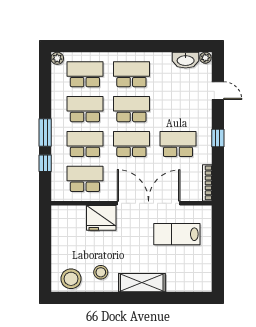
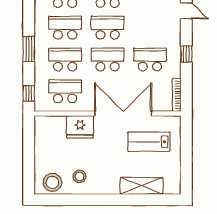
window: (45, 163) -> (29, 93), moved
shelving: (142, 283) -> (142, 186), moved

